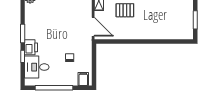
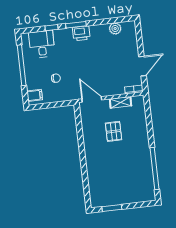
door: (93, 27) -> (92, 99), swing flipped
printer: (31, 47) -> (81, 33), moved

